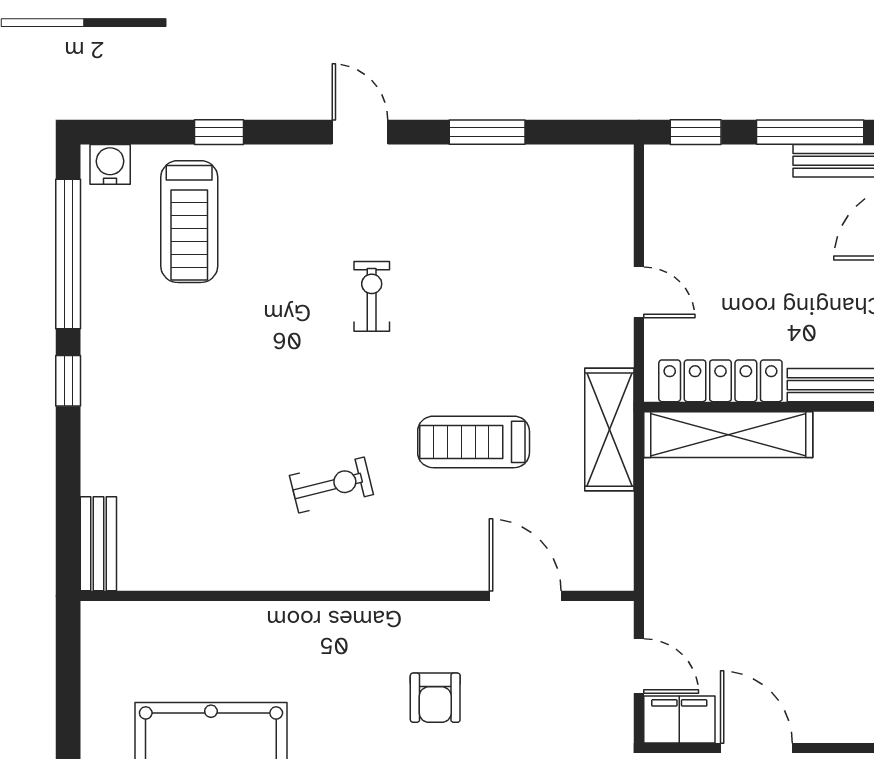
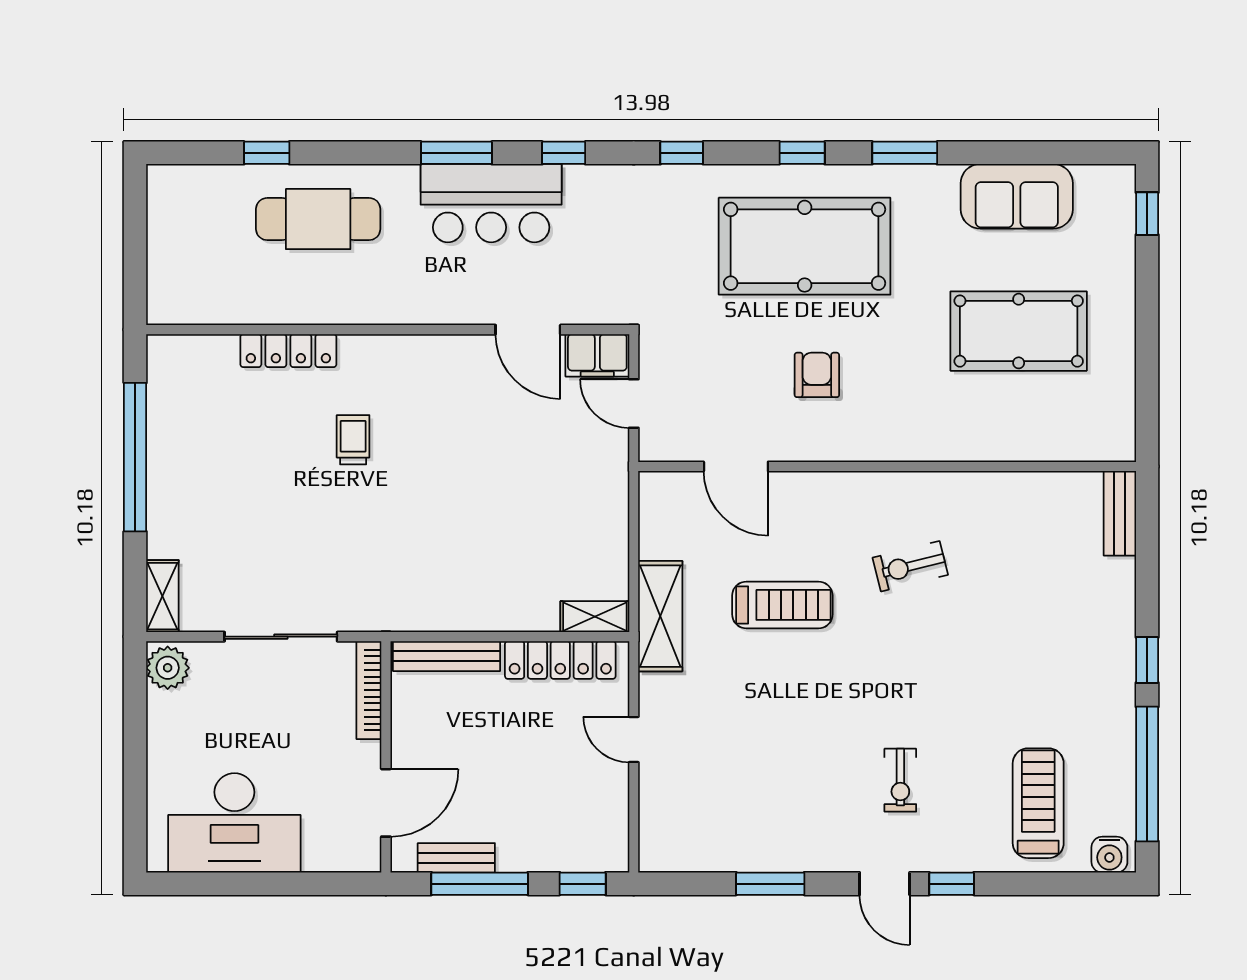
window: (219, 132) -> (952, 884), moved
exercise bike: (372, 296) -> (900, 780), moved
shelving: (728, 435) -> (595, 617), width x0.45, depth x0.75

